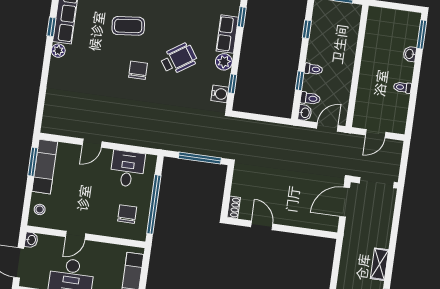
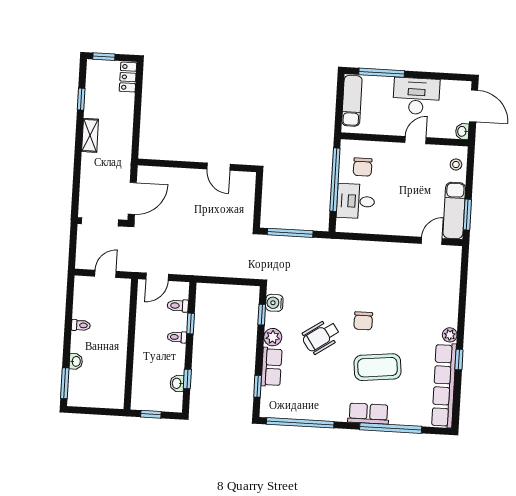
coffee table: (128, 26) -> (377, 367), width x1.36, depth x1.32
washbasin: (305, 113) -> (177, 383), moved
door: (92, 143) -> (432, 241), moved
desk: (127, 169) -> (356, 201), moved, turned 90
shoe rack: (234, 207) -> (250, 183), removed

